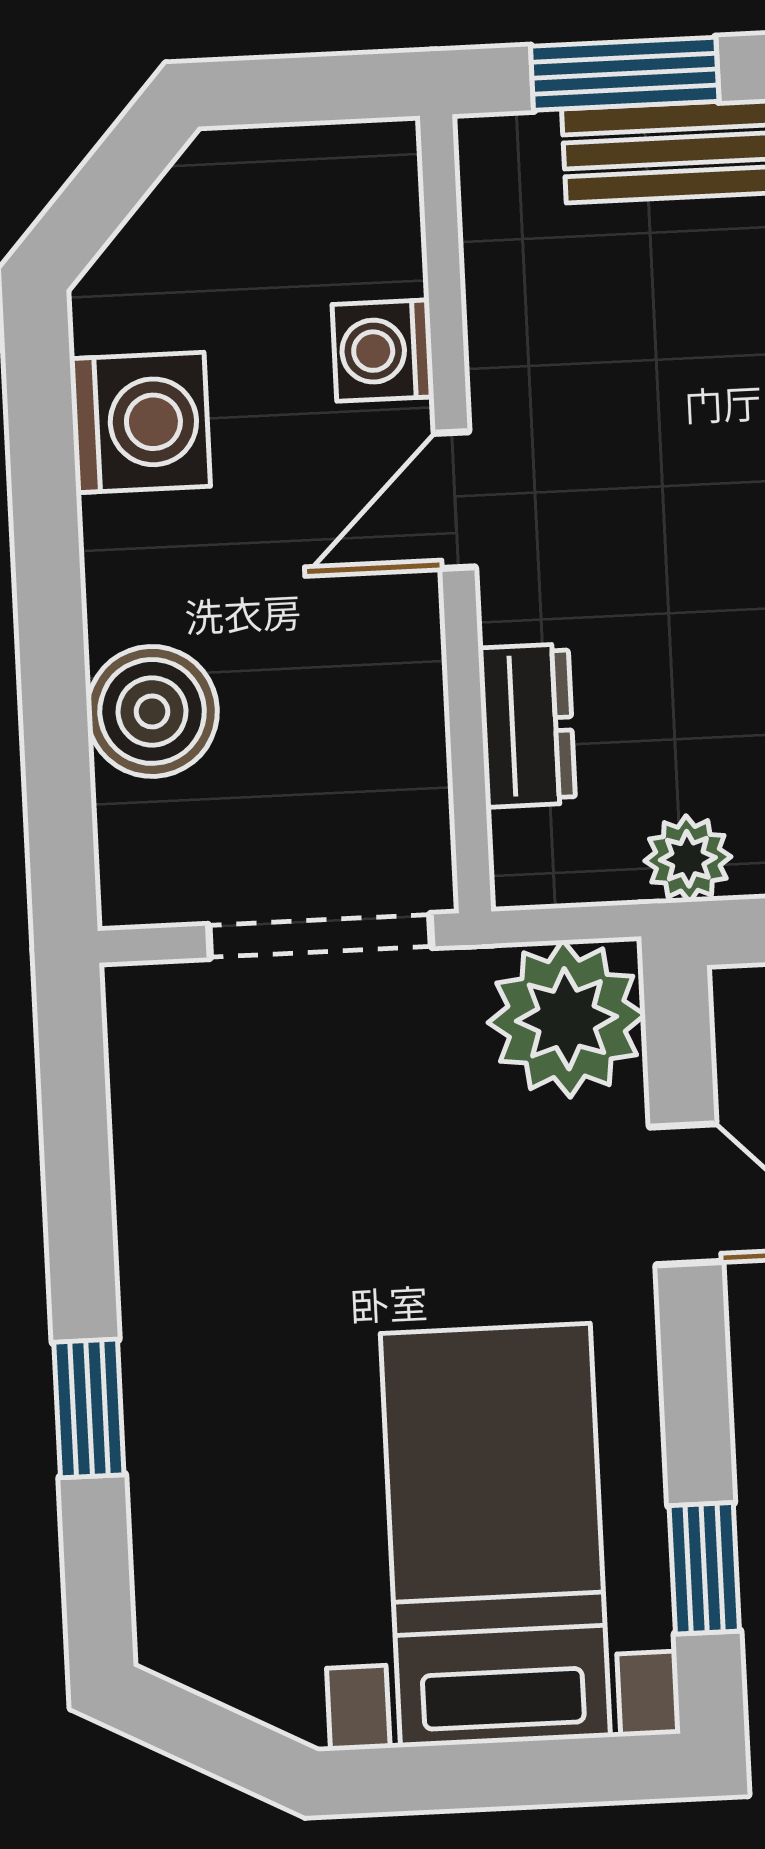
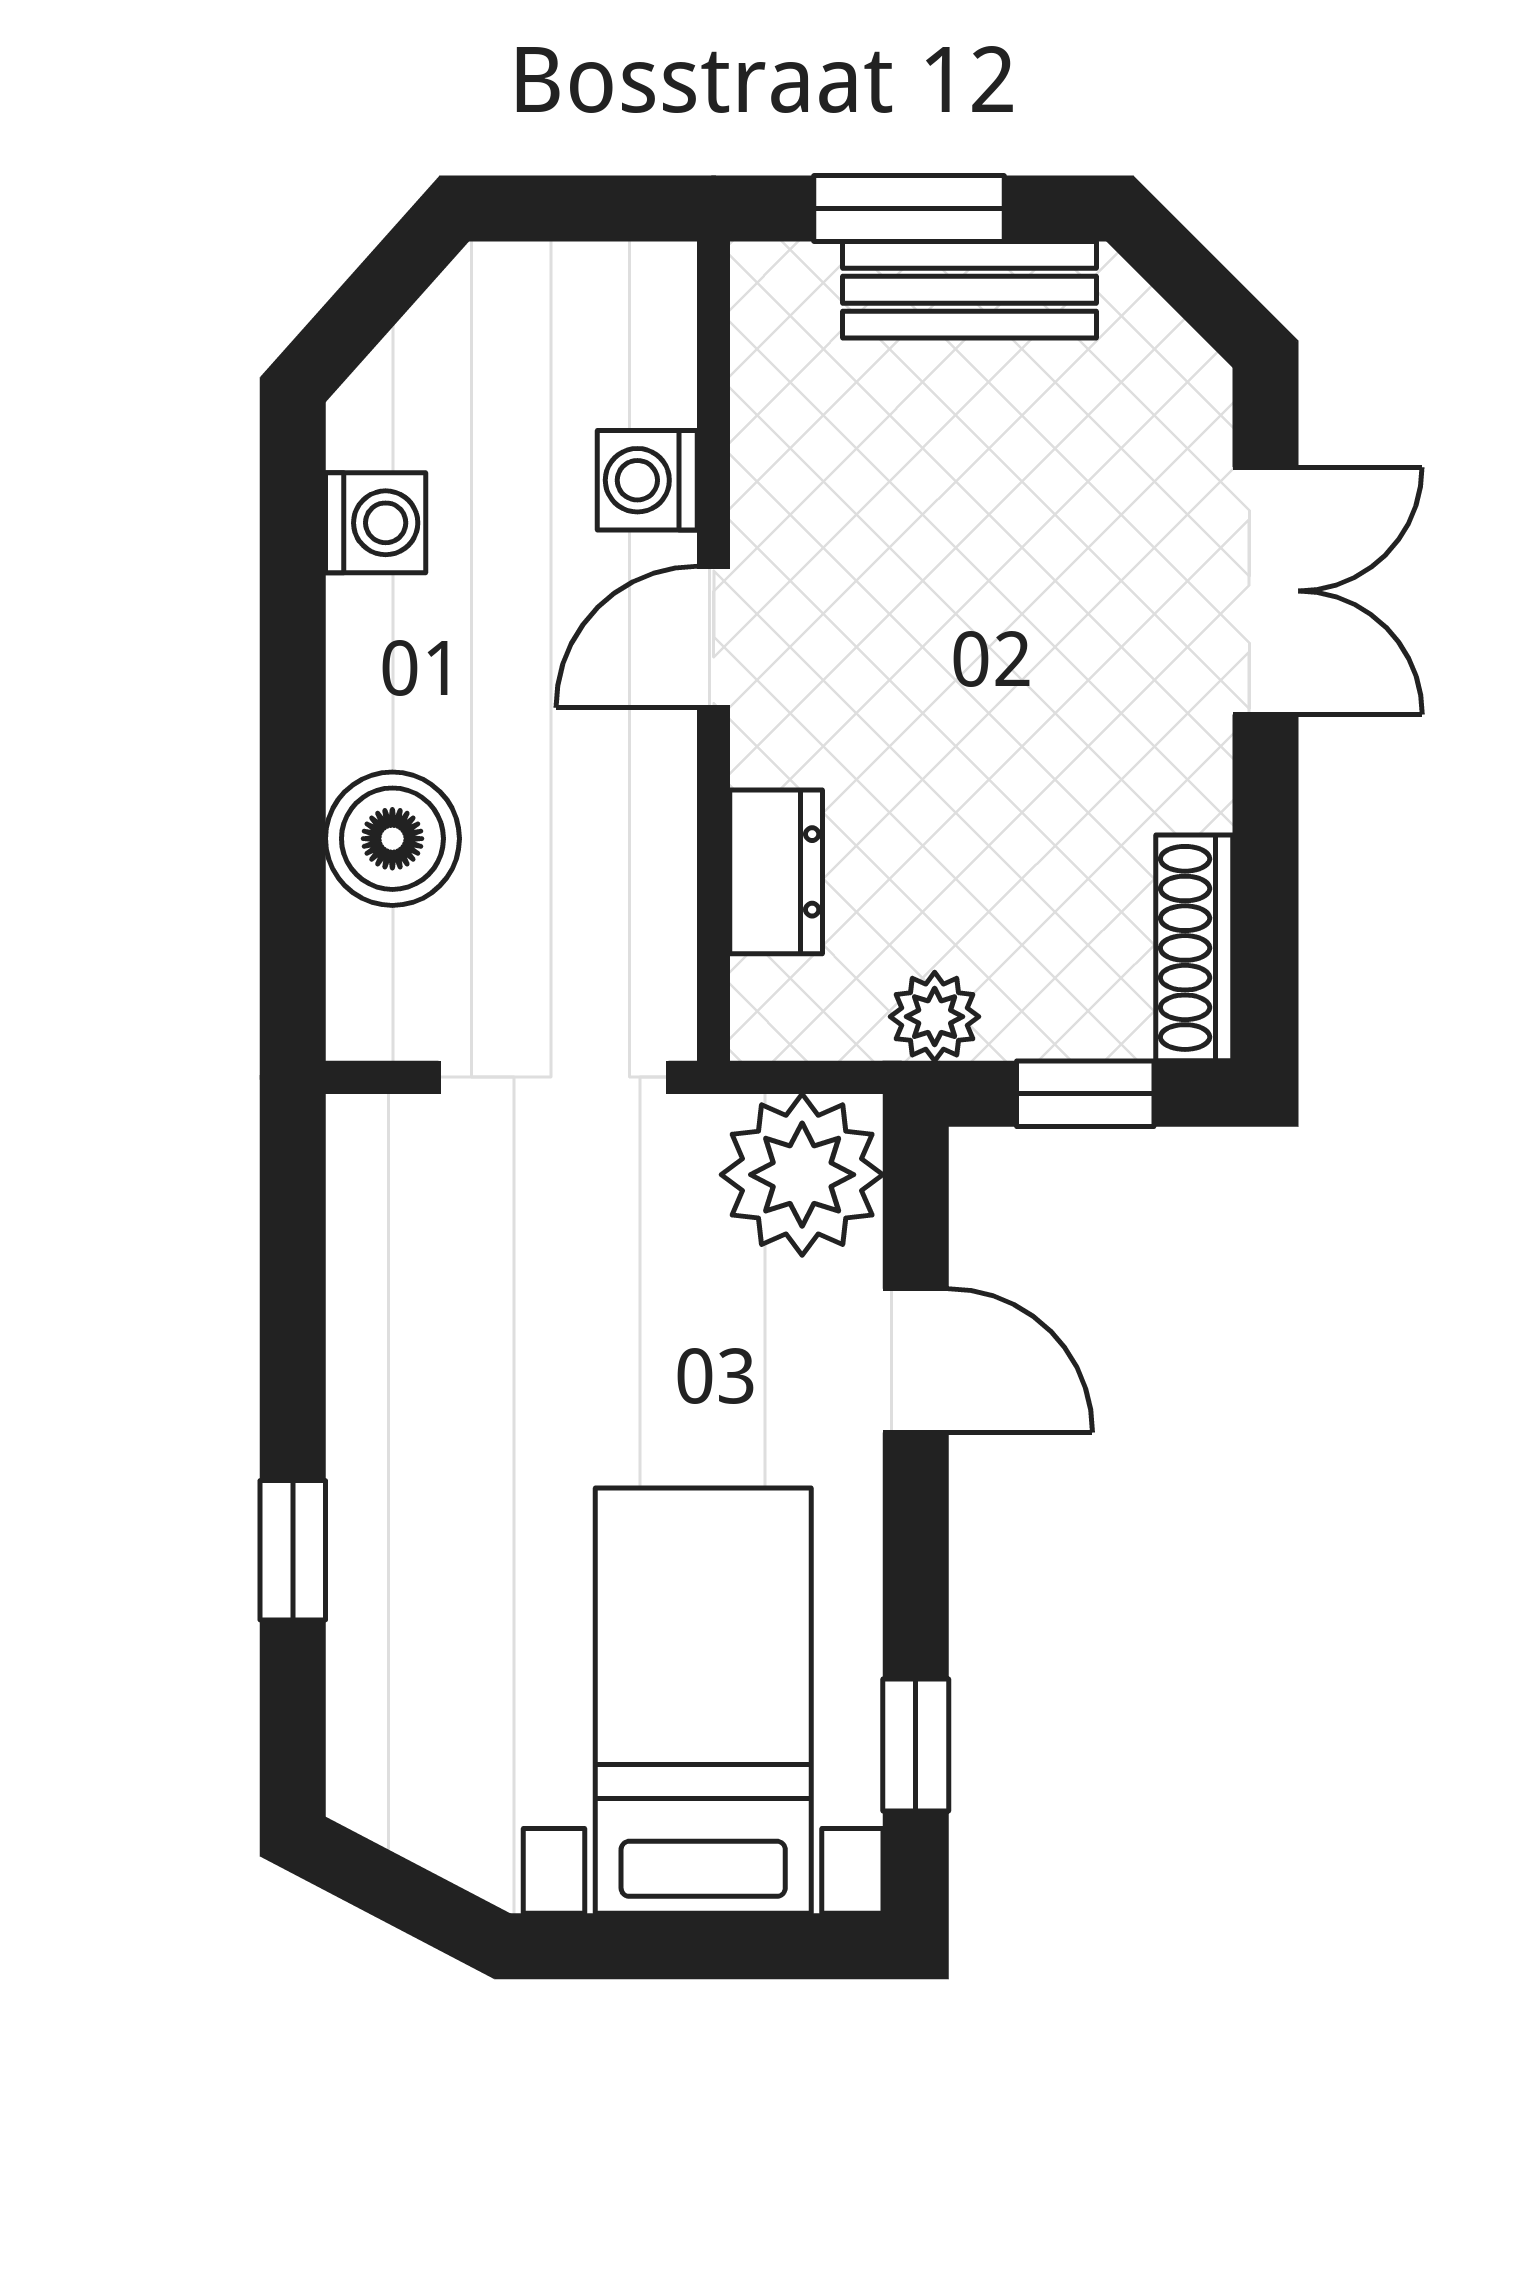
washing machine: (140, 422) -> (376, 523), width x0.73, depth x0.73

